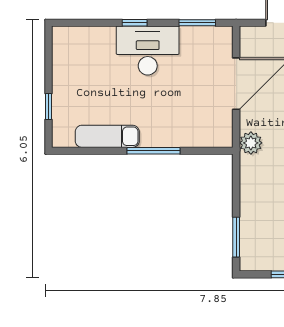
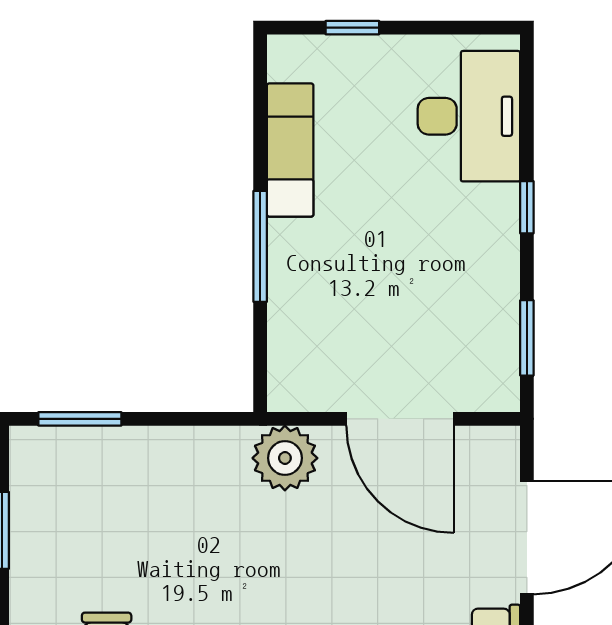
desk: (148, 51) -> (469, 116), moved
plant: (251, 143) -> (285, 458), width x1.36, depth x1.36

